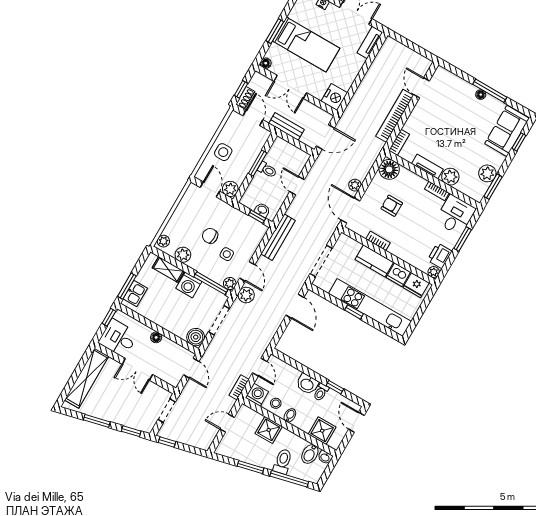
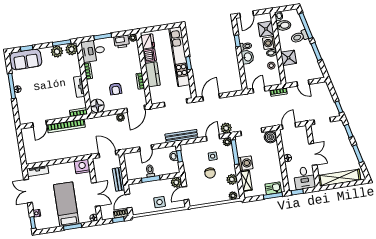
plant: (450, 177) -> (71, 49), moved
washing machine: (257, 395) -> (269, 43), moved

